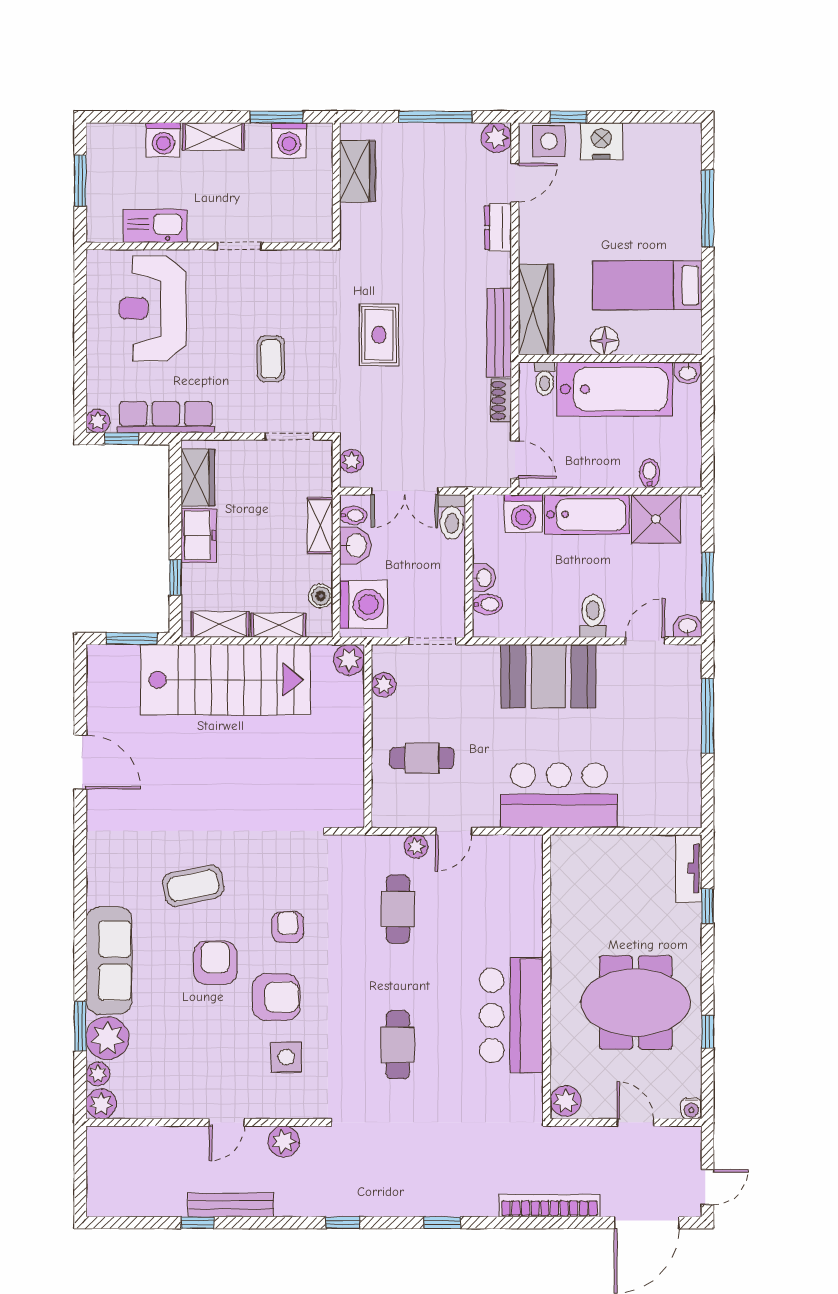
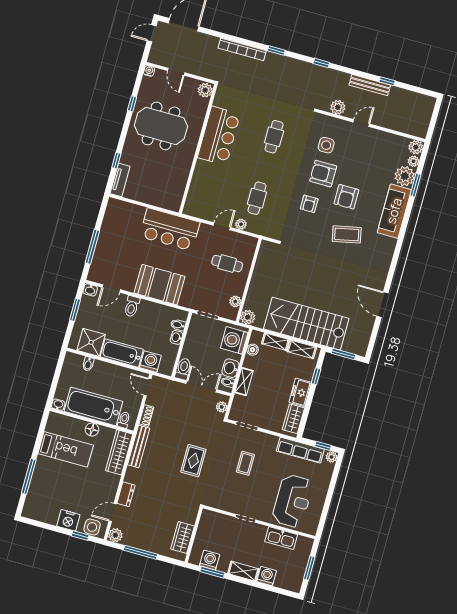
bookcase: (550, 1206) -> (242, 49), moved

